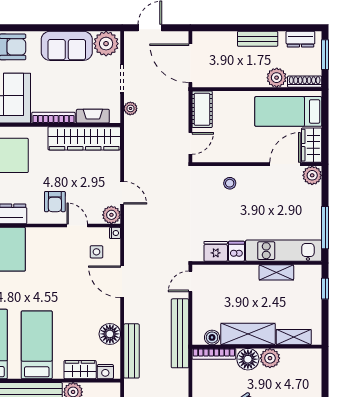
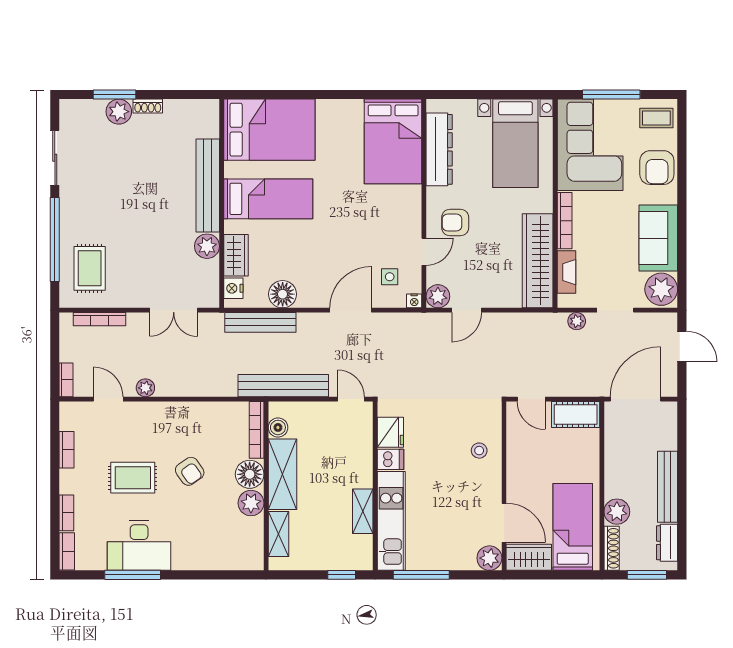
bench: (258, 39) -> (668, 487), width x1.36

